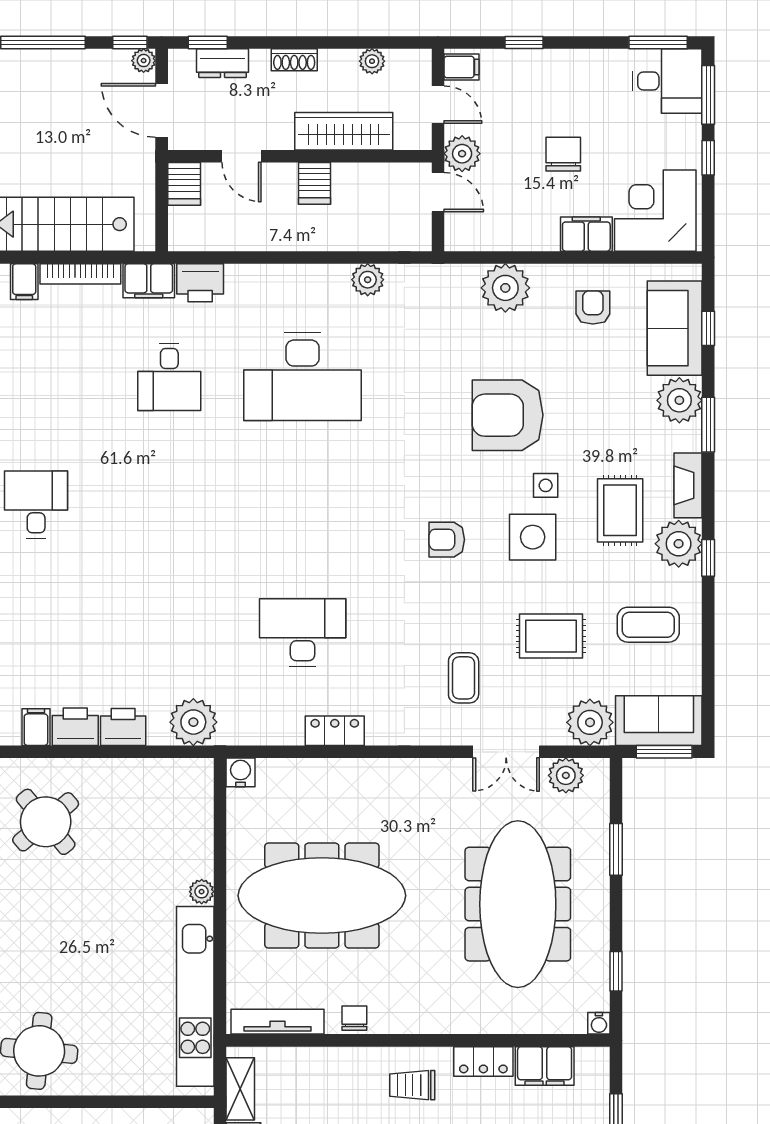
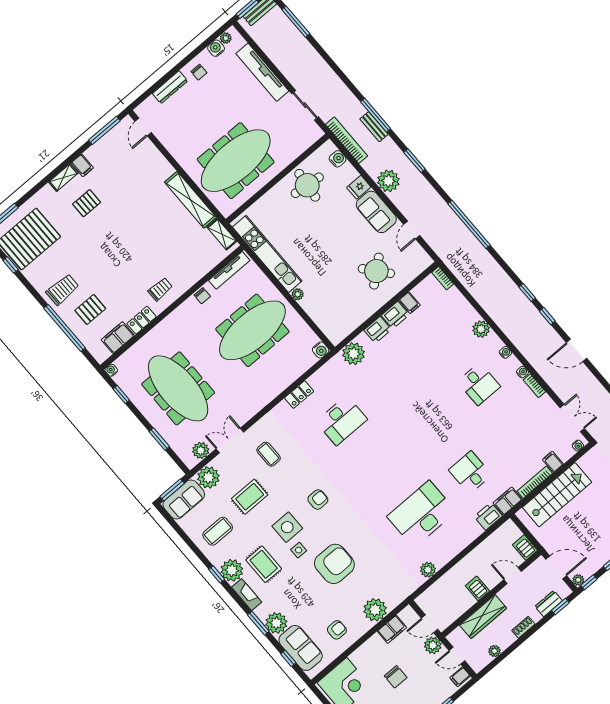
filing cabinet: (586, 234) -> (392, 629), moved
armchair: (593, 308) -> (337, 630), turned -90

